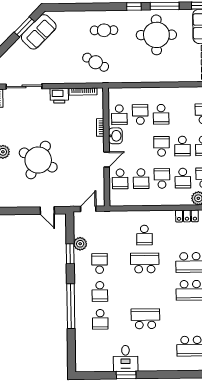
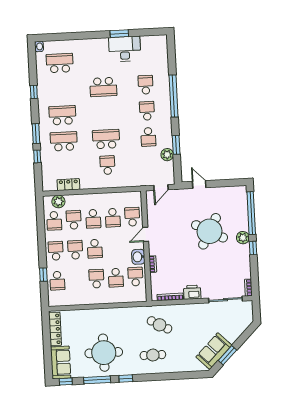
school desk: (141, 179) -> (113, 218), turned 180
school desk: (145, 263) -> (106, 139), turned 180
desk: (126, 358) -> (125, 49), width x1.37

